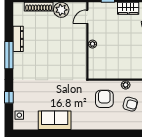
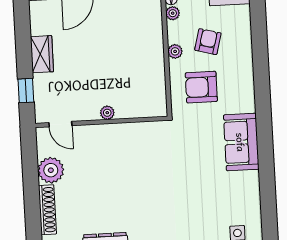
sofa: (55, 120) -> (241, 142), moved

